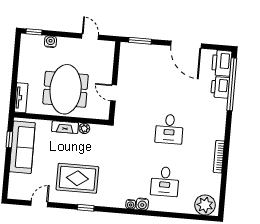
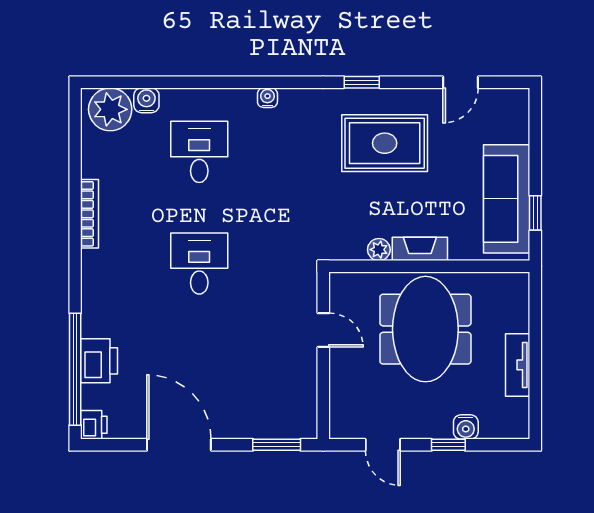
window: (34, 32) -> (448, 445), moved
printer: (222, 63) -> (94, 425), width x0.53, depth x0.68
tv unit: (21, 98) -> (518, 365), moved
water cooler: (142, 204) -> (146, 100), moved

